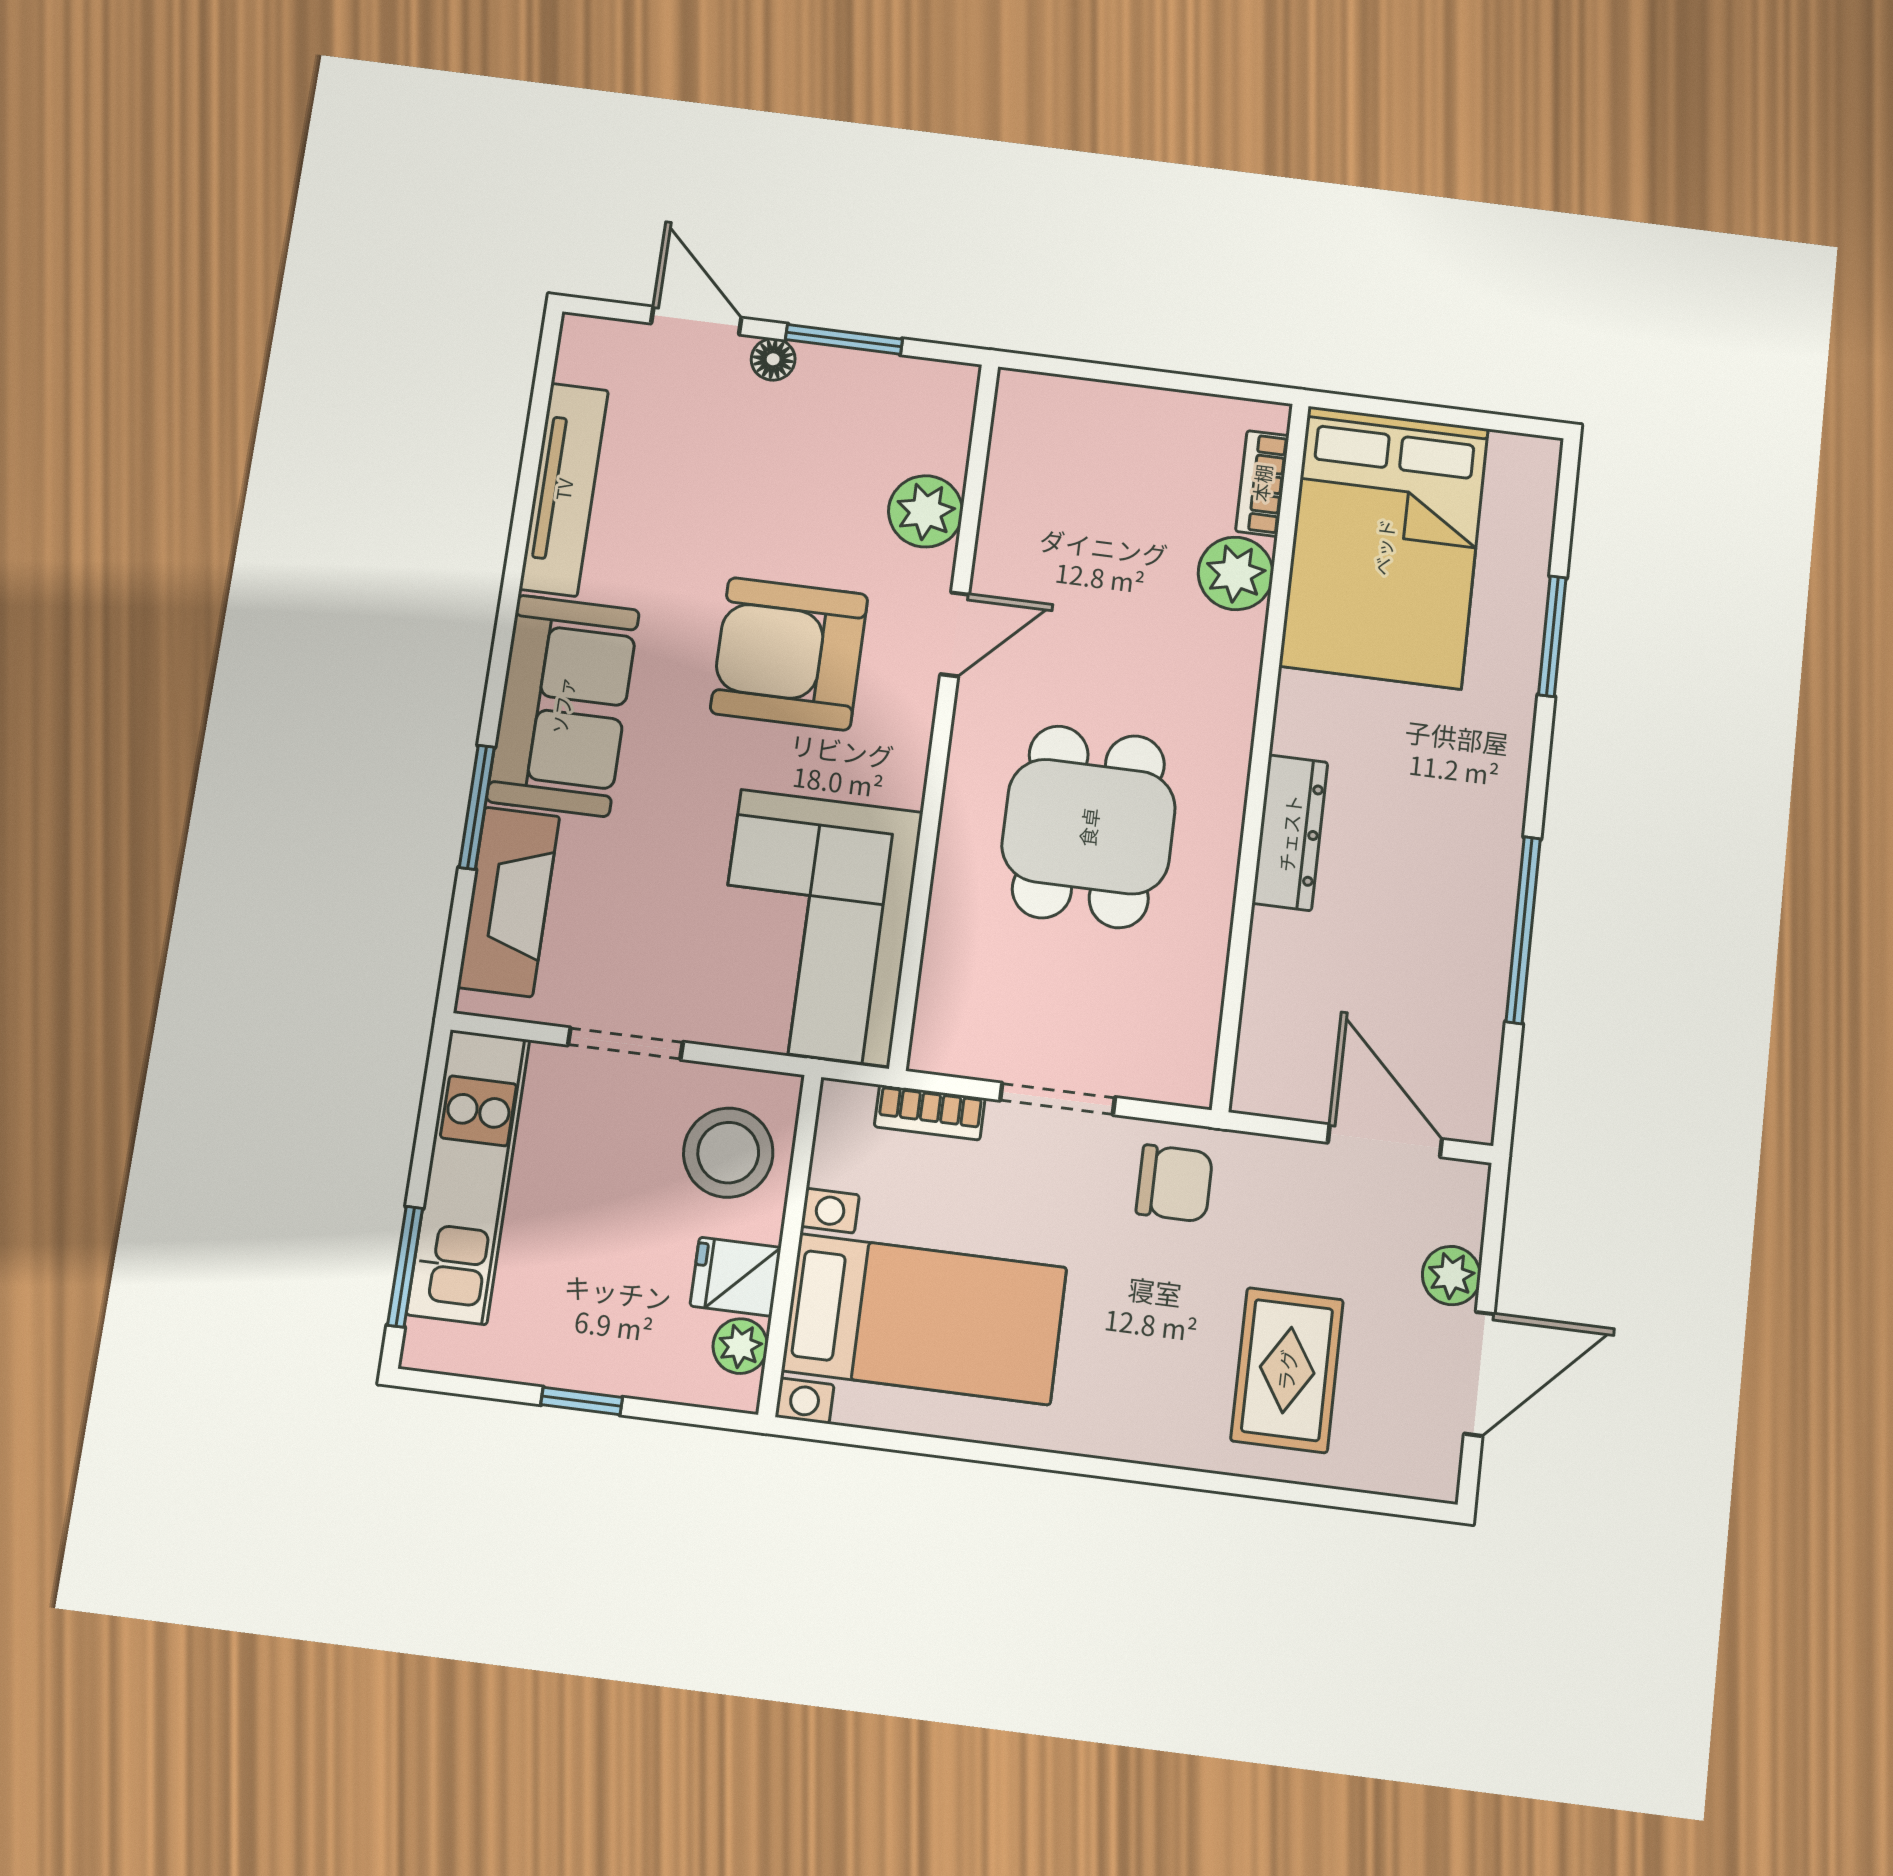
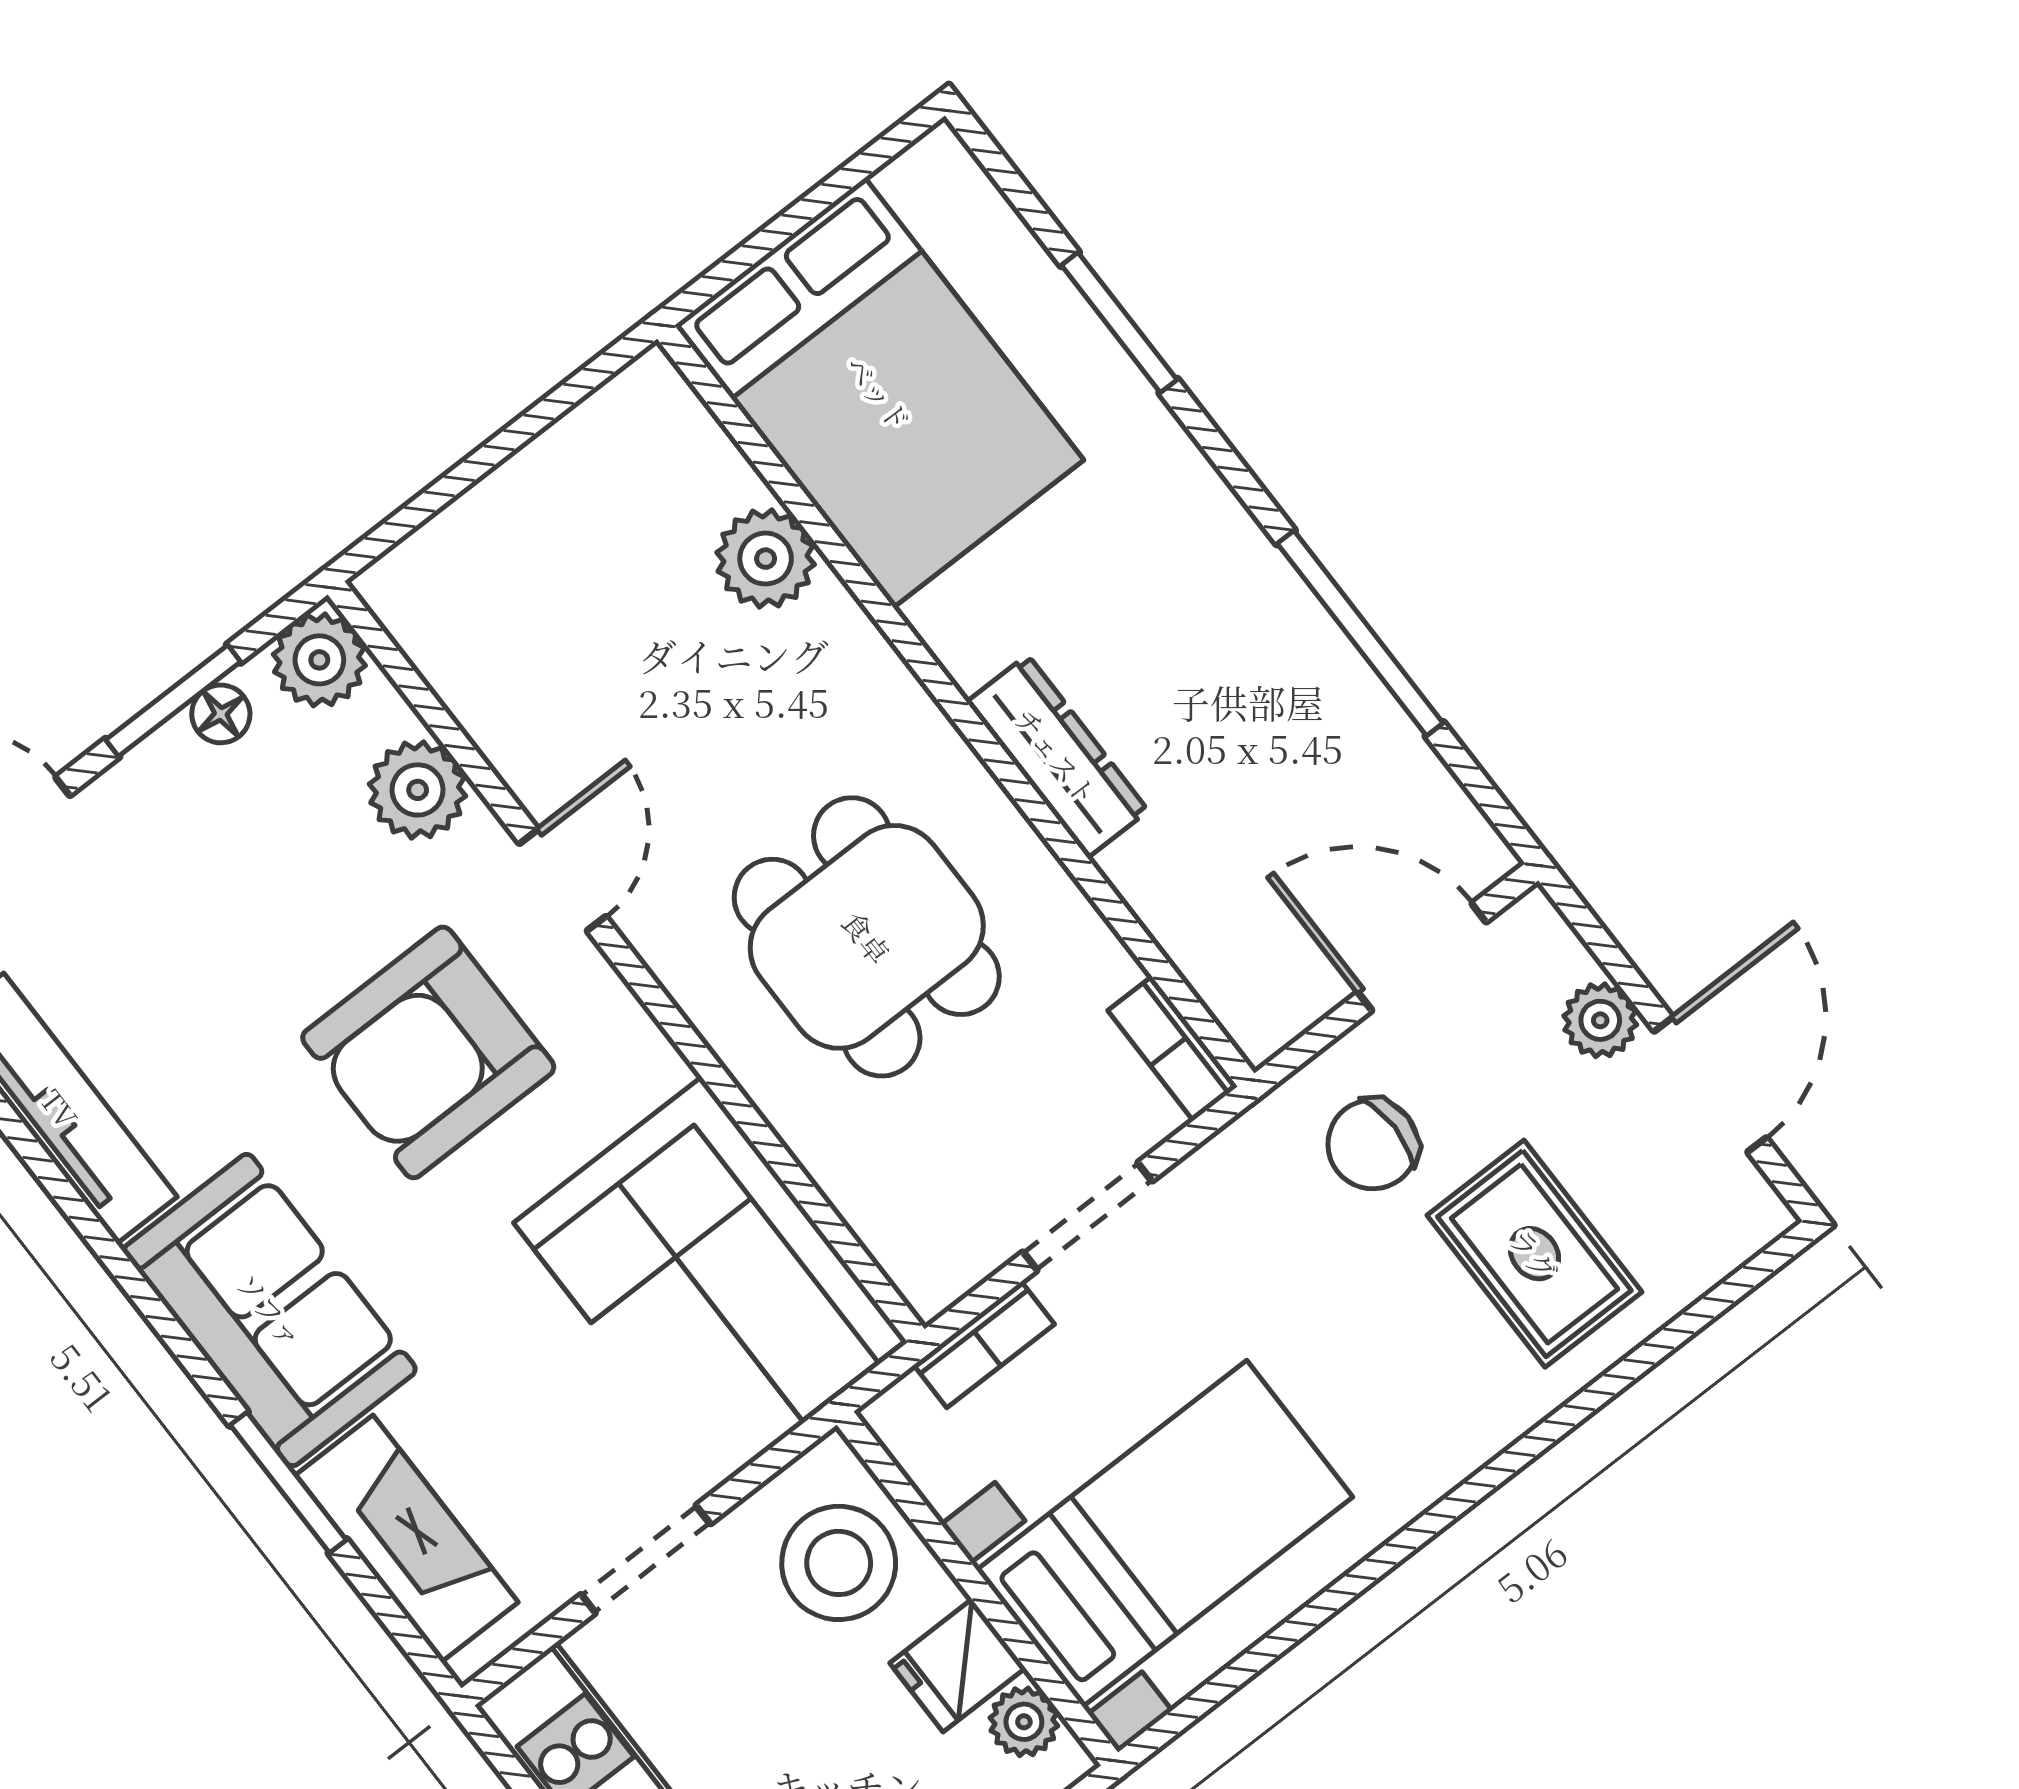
floor lamp: (773, 359) -> (221, 714), moved
plant: (943, 394) -> (319, 660), added
bookcase: (1262, 483) -> (1173, 1048), moved
chair: (1174, 1183) -> (1373, 1144), moved, turned 180

